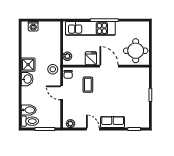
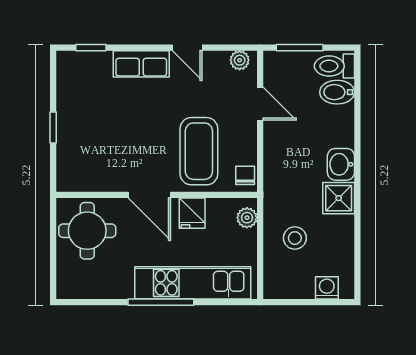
stool: (53, 69) -> (295, 238), moved
coffee table: (88, 85) -> (199, 151), width x1.86, depth x1.72
door: (62, 93) -> (260, 104), moved

